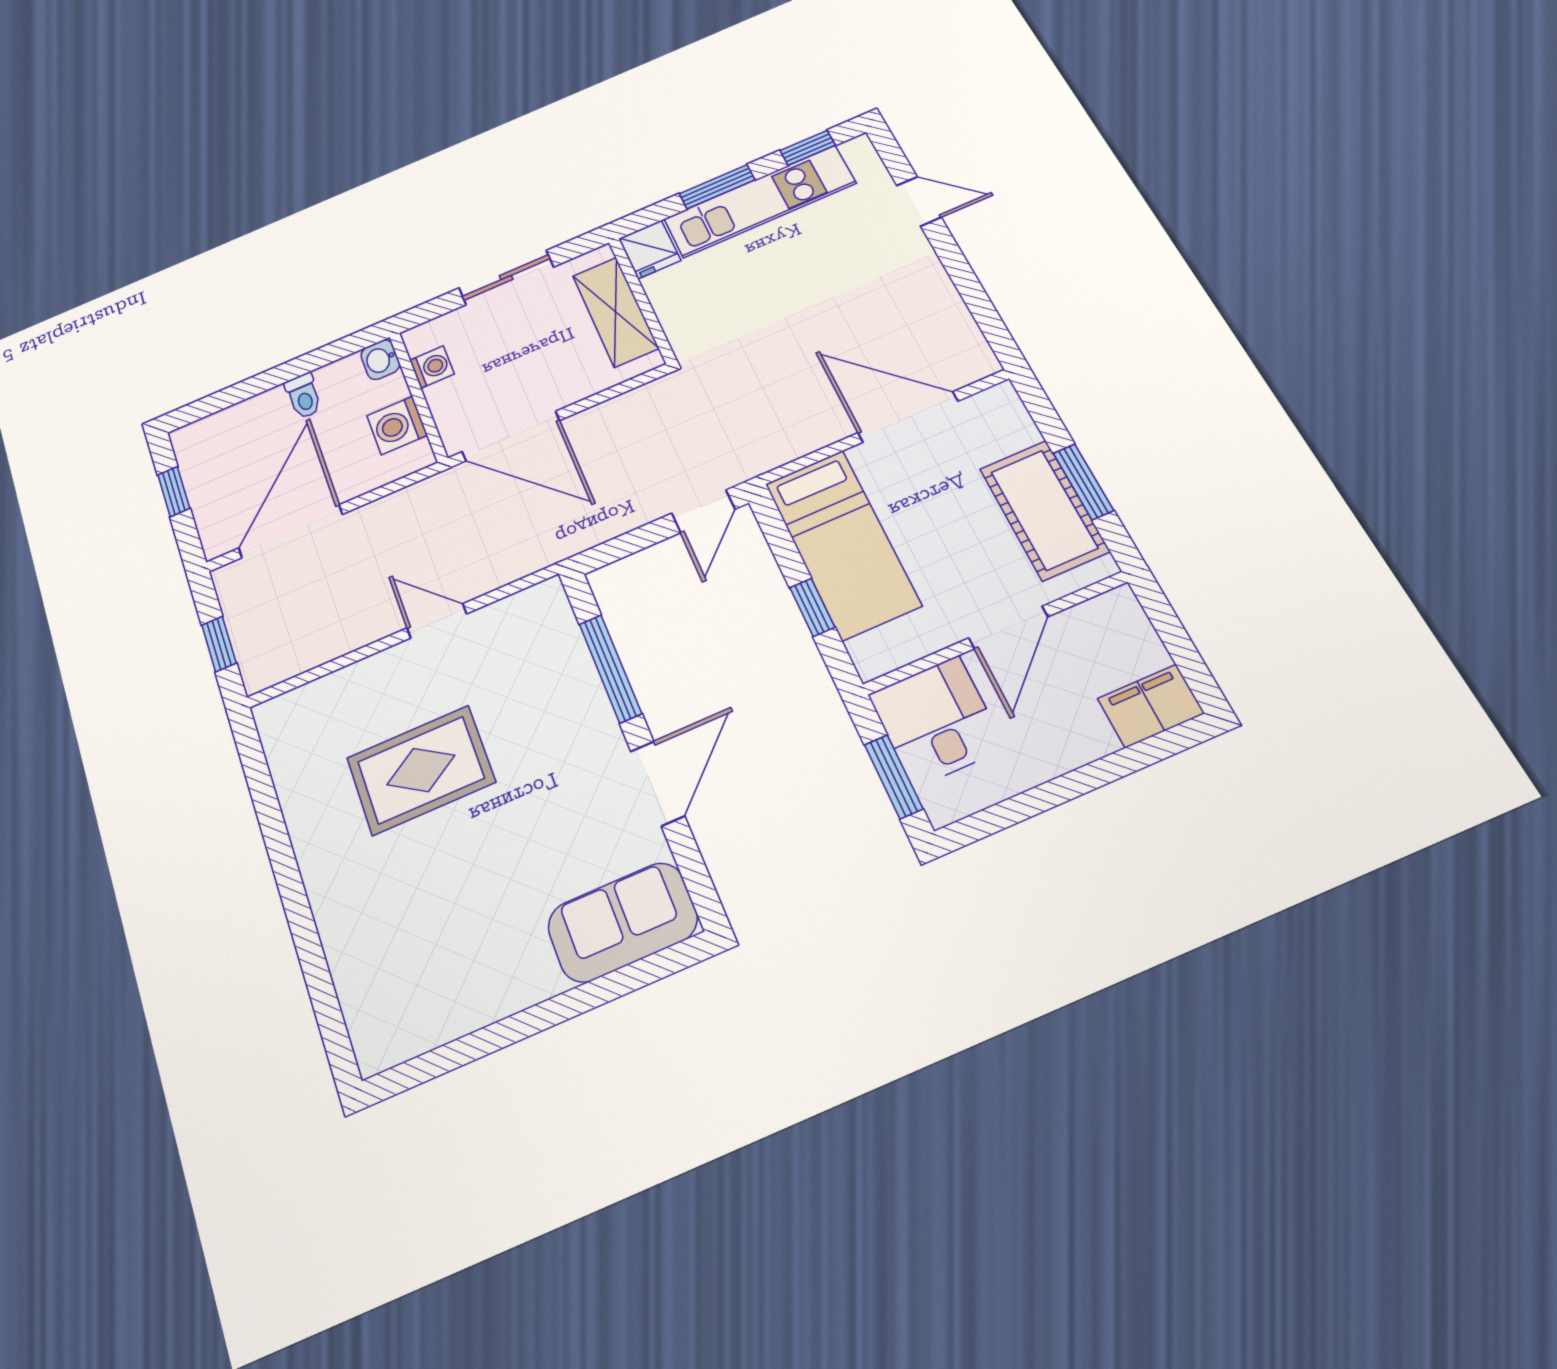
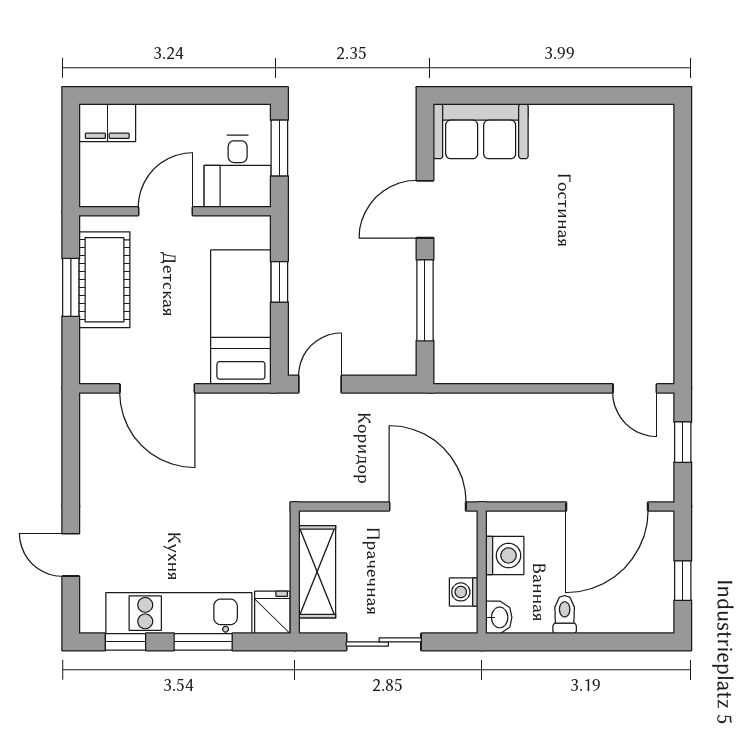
door: (437, 621) -> (635, 388), moved
rug: (421, 770) -> (573, 287), removed

